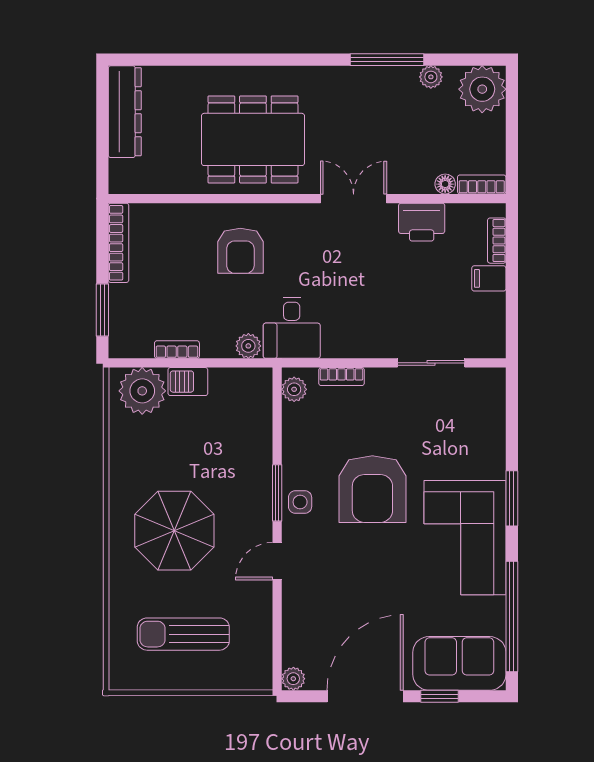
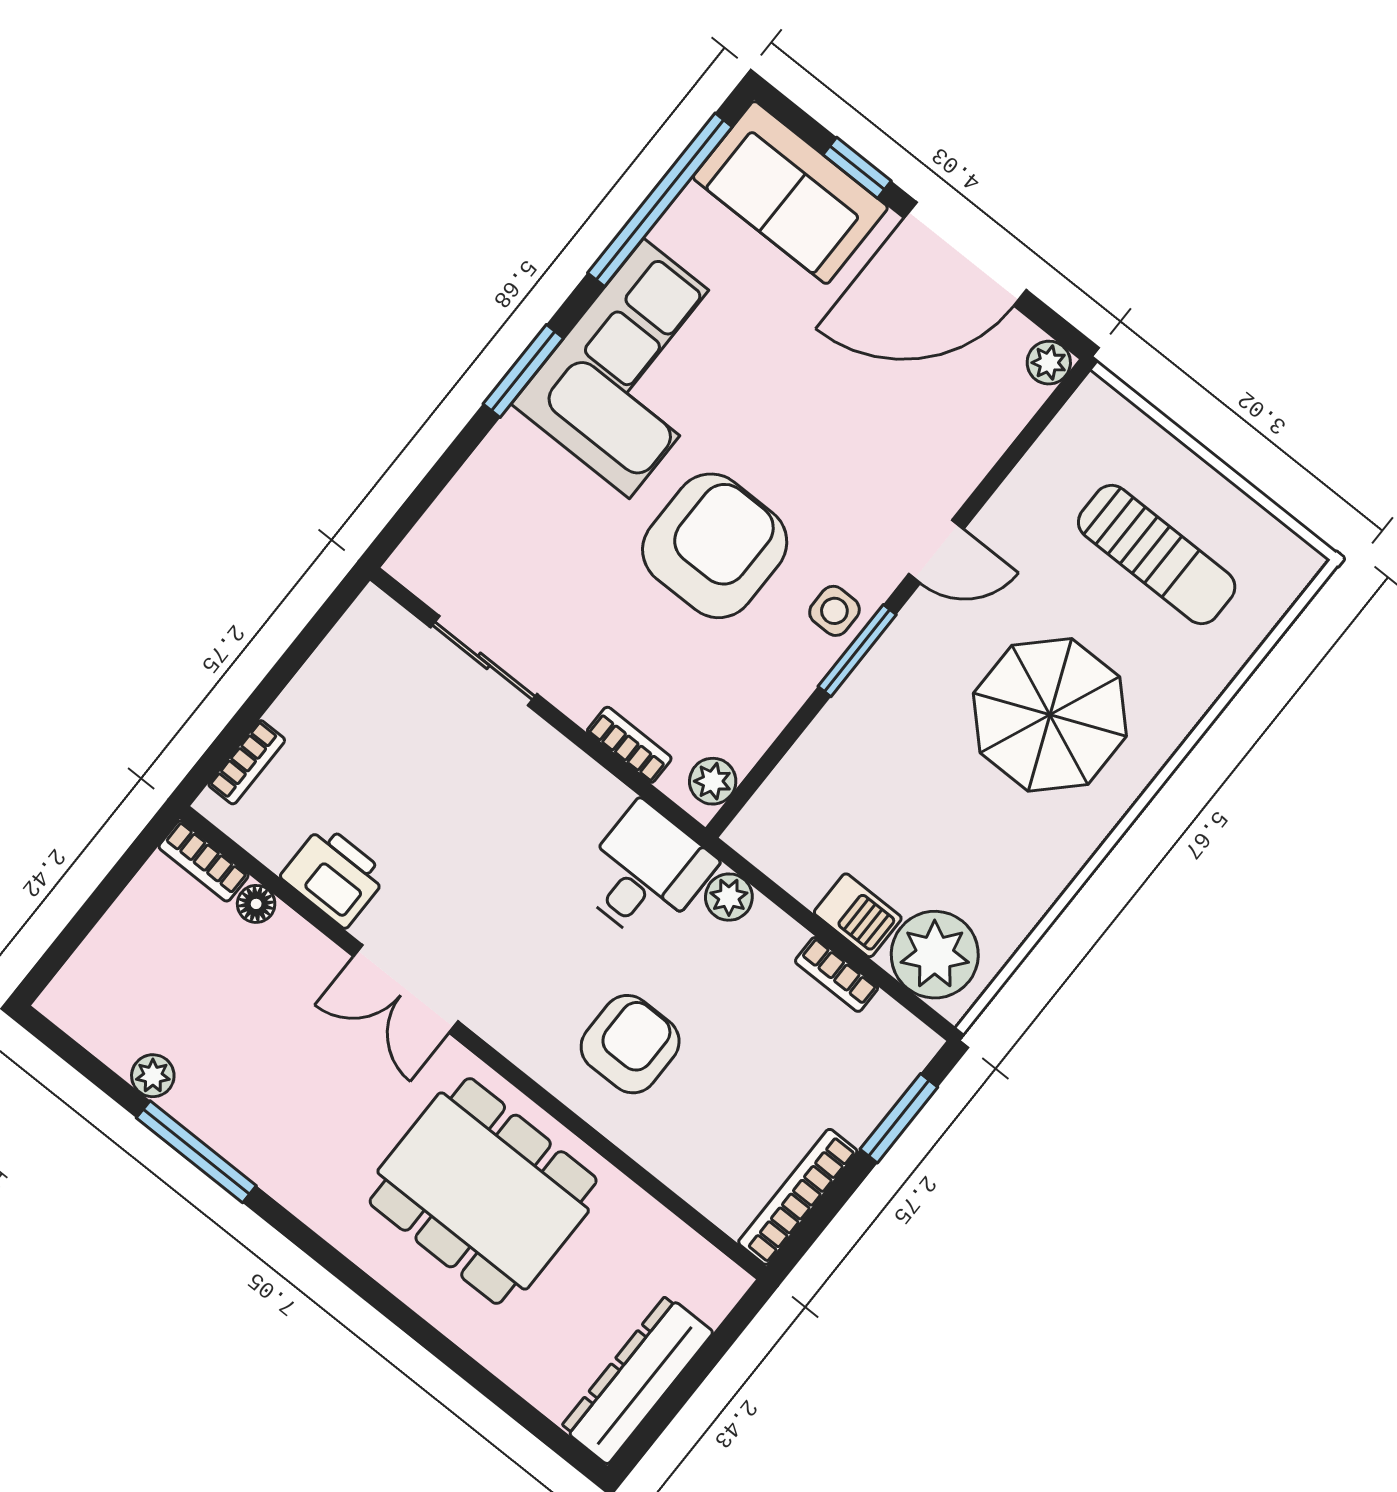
plant: (482, 89) -> (93, 999), removed
filing cabinet: (489, 278) -> (302, 716), removed

